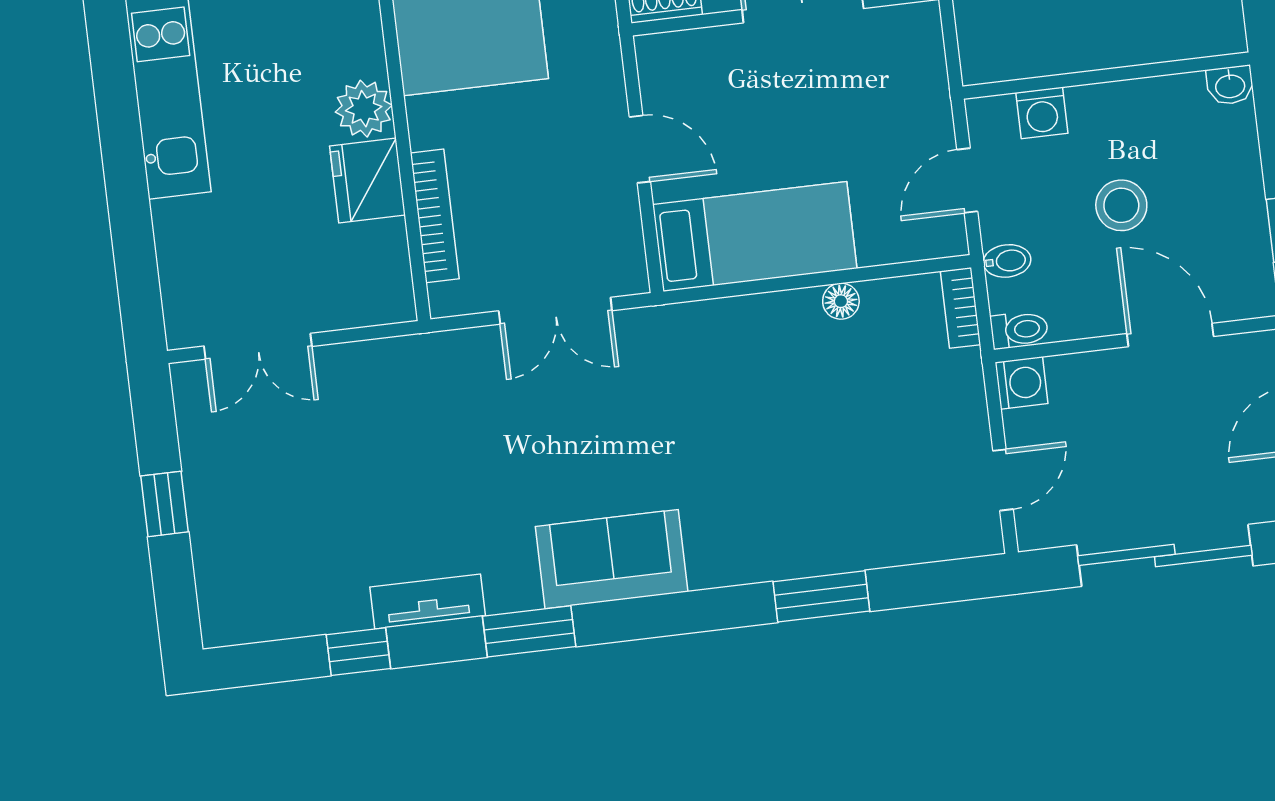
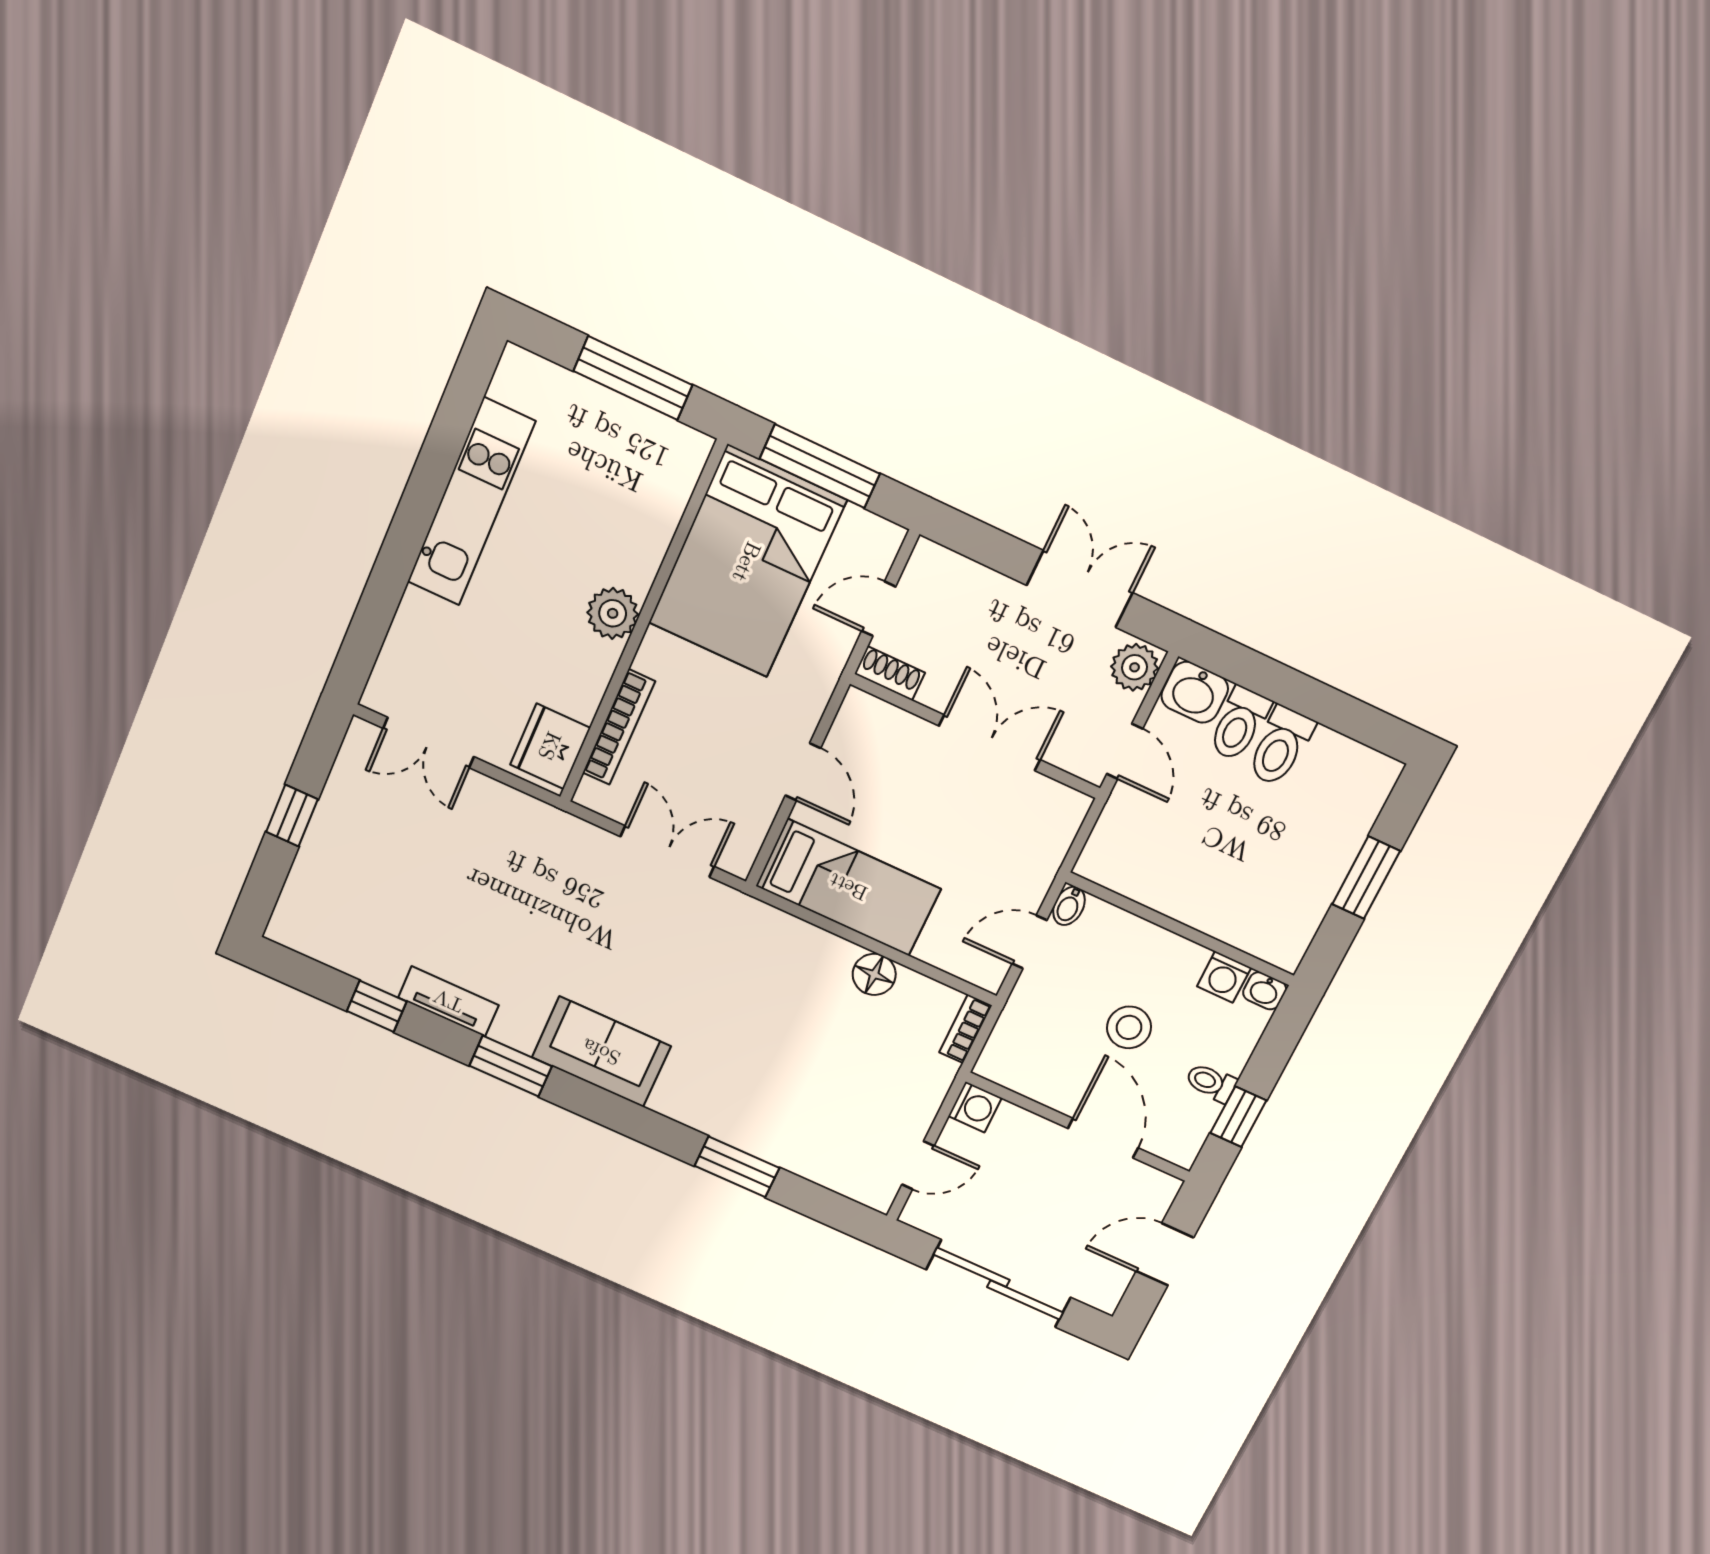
washing machine: (1042, 113) -> (1224, 977), moved
fridge: (367, 180) -> (550, 746), moved
bidet: (1007, 261) -> (1069, 906), moved, turned 90
floor lamp: (841, 301) -> (874, 974), width x1.37, depth x1.37
double door: (555, 311) -> (667, 851), swing flipped
toilet: (1019, 330) -> (1211, 1083), moved, turned 180

